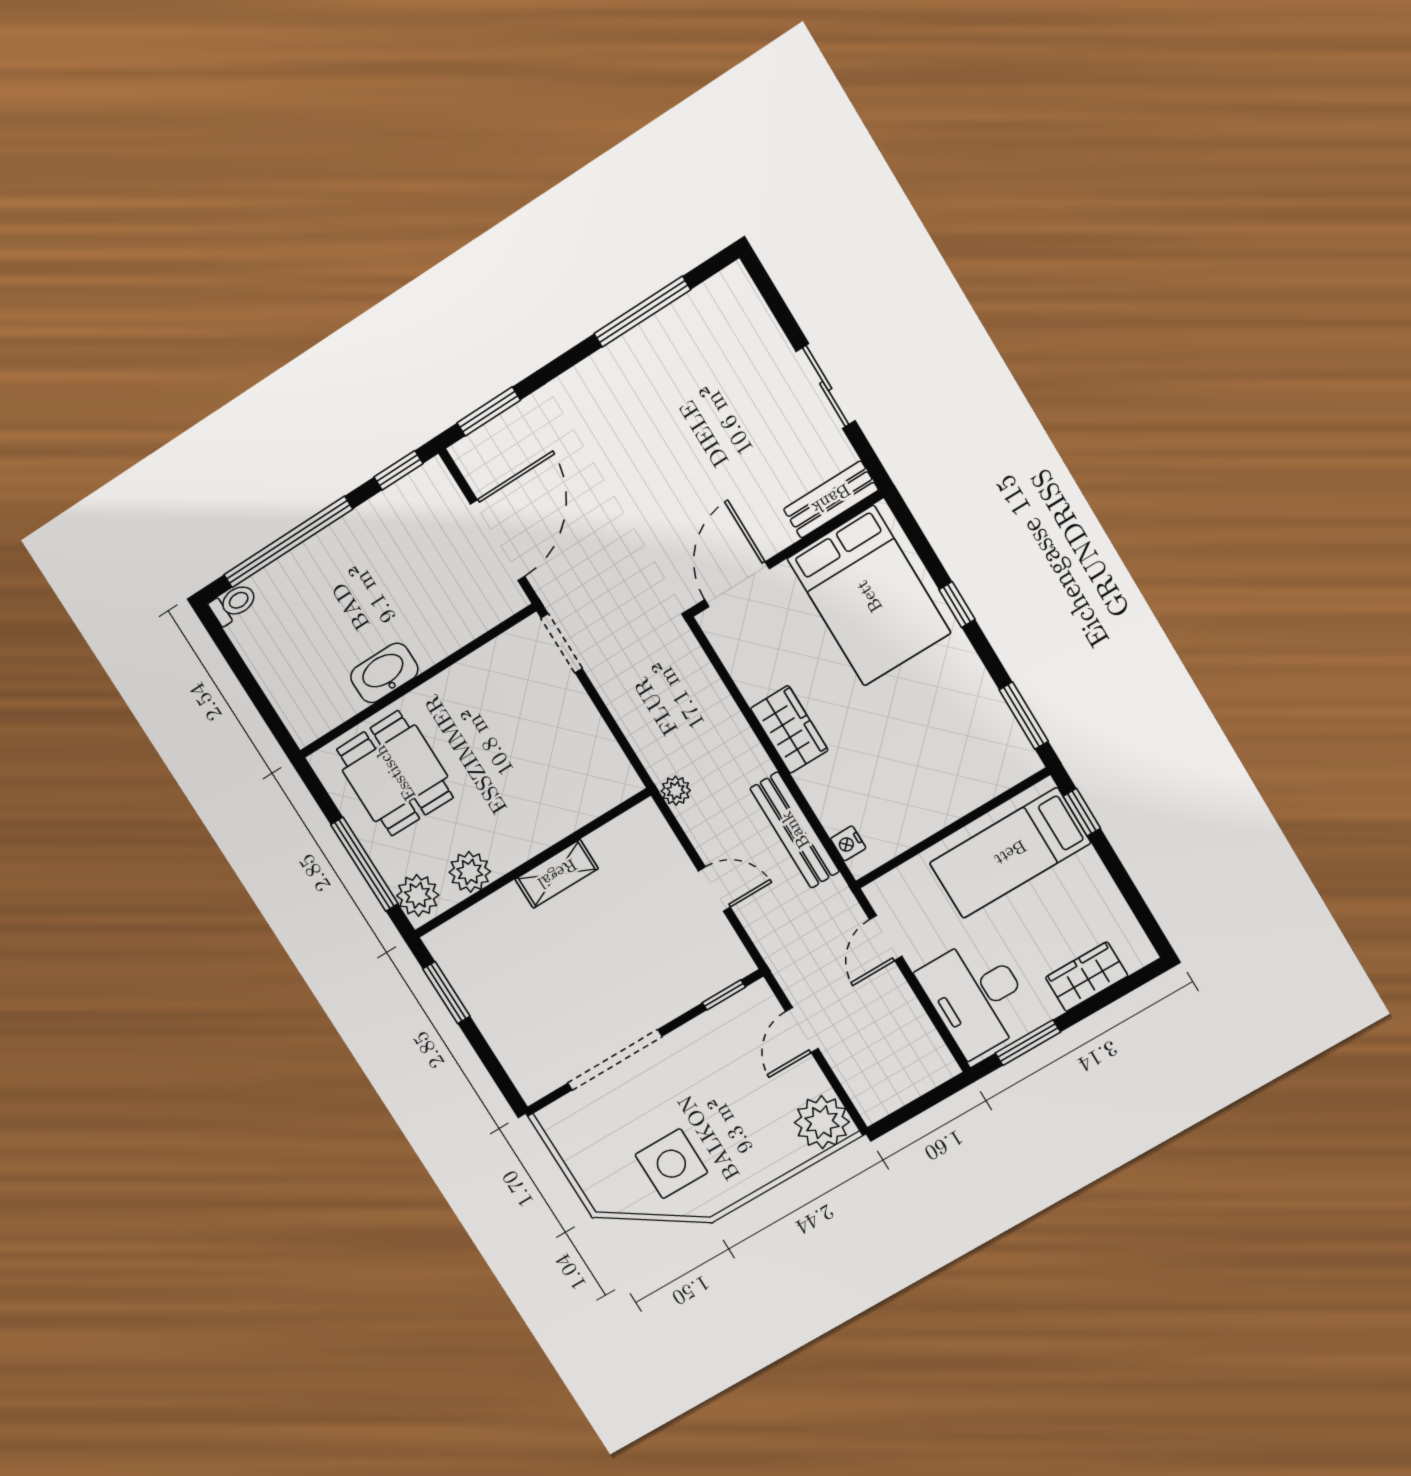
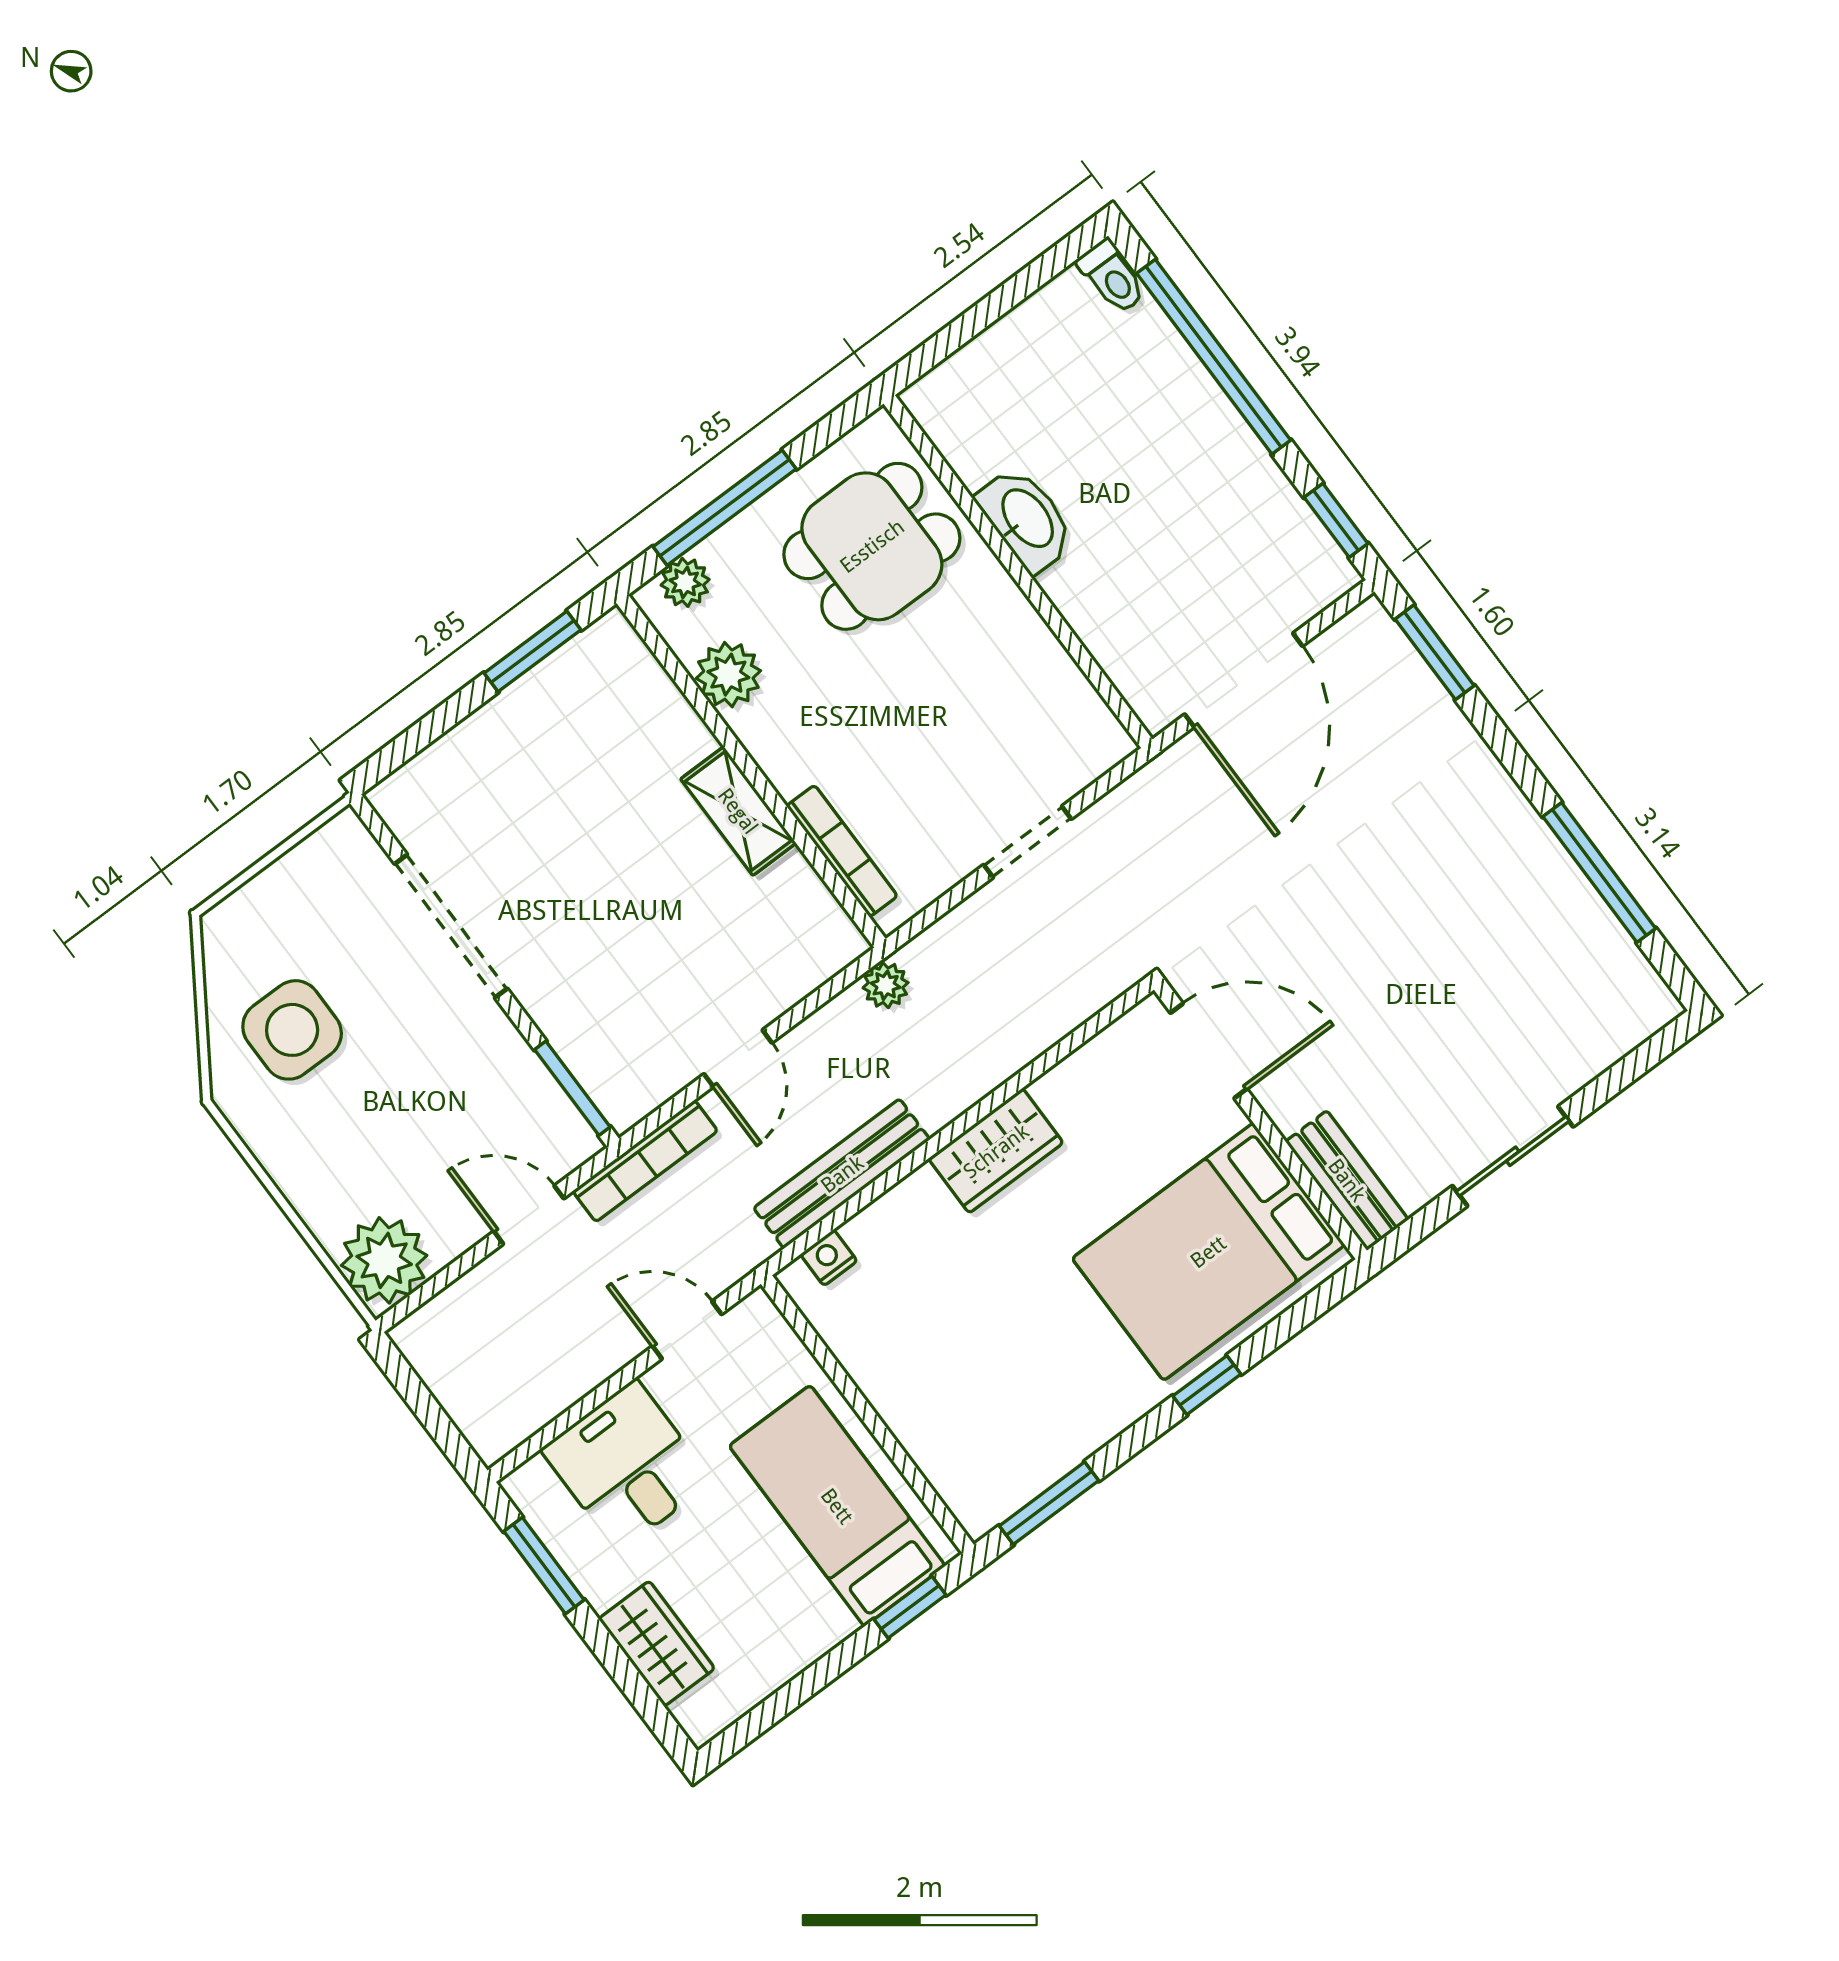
door: (498, 540) -> (1244, 680), hinge flipped
doorway: (562, 643) -> (1027, 842), moved
bookcase: (587, 811) -> (842, 851), added
plant: (418, 895) -> (685, 582), width x0.73, depth x0.73
bookcase: (775, 954) -> (645, 1161), added
window: (724, 995) -> (572, 1088), width x1.50
desk: (976, 997) -> (627, 1465), width x0.73

